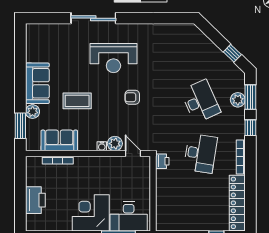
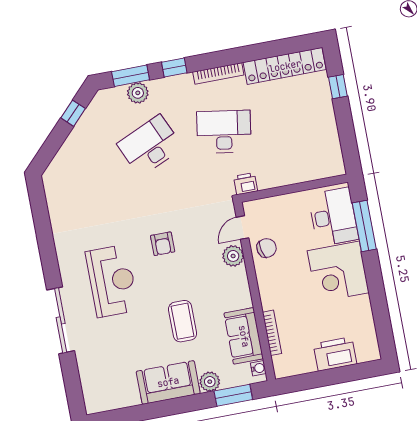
water cooler: (102, 146) -> (258, 368), moved
chair: (116, 167) -> (267, 248), added

